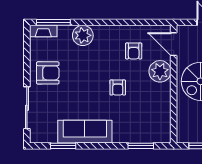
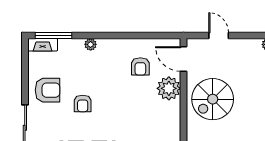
plant: (83, 35) -> (91, 44), width x0.53, depth x0.53
armchair: (118, 88) -> (83, 104), moved

